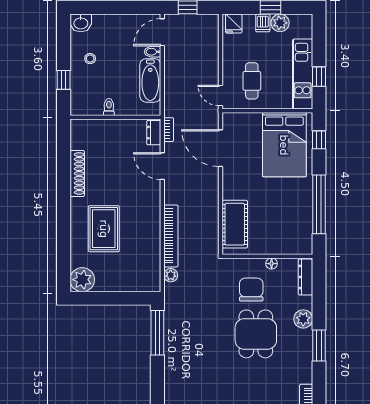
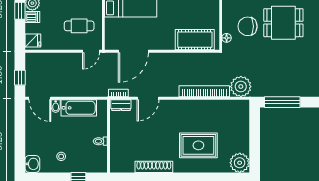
floor lamp: (272, 264) -> (227, 38), moved
plant: (171, 275) -> (241, 87), width x1.87, depth x1.87

